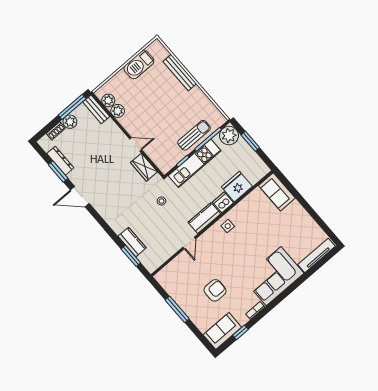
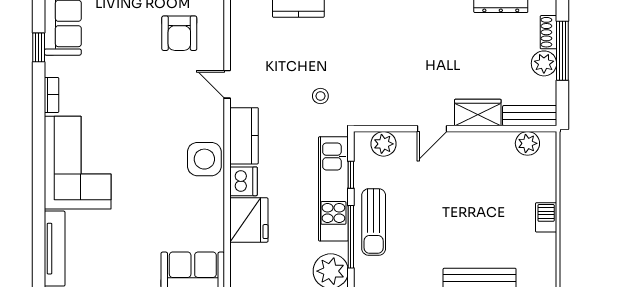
barbecue: (139, 65) -> (546, 217), width x0.53, depth x0.65
window: (72, 107) -> (562, 51), moved
plant: (118, 111) -> (383, 144), moved
wardrobe: (144, 167) -> (478, 112), moved
side table: (228, 226) -> (204, 159), width x1.87, depth x1.87
armchair: (215, 290) -> (179, 33), moved

